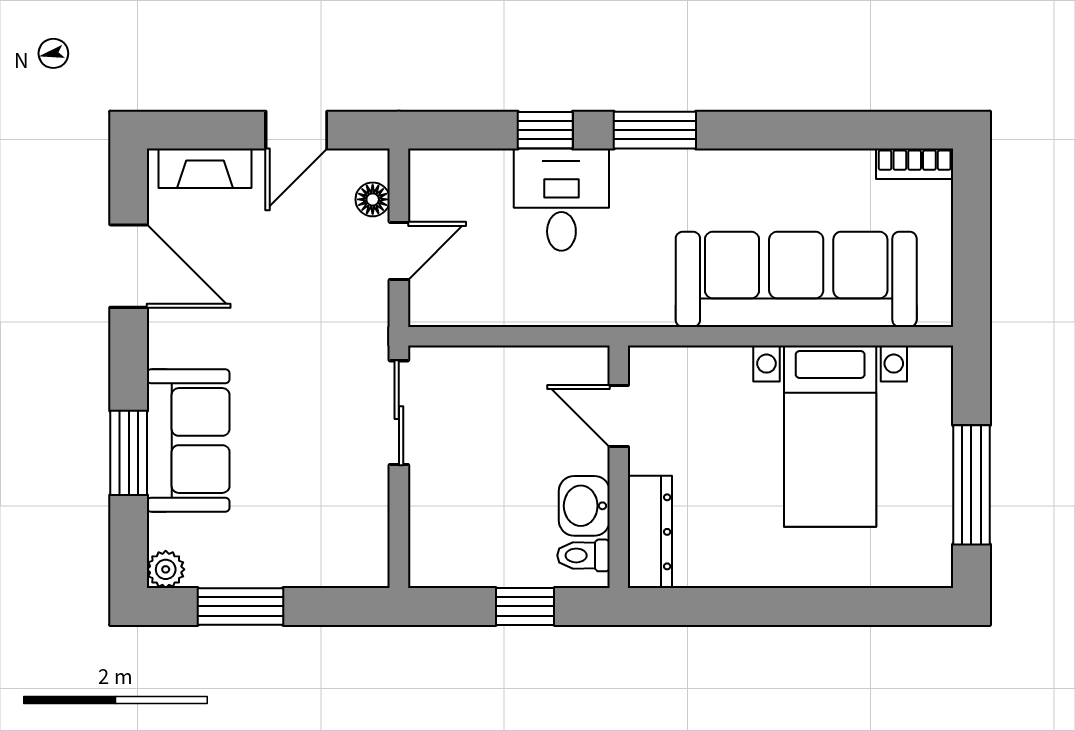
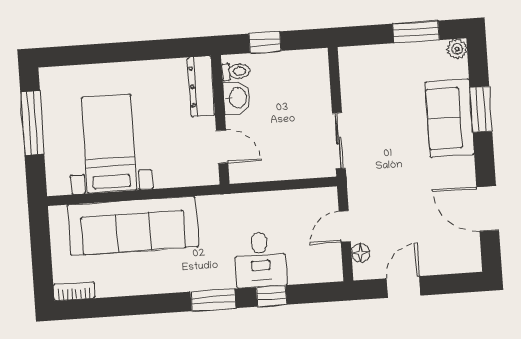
fireplace: (205, 168) -> (451, 263), removed

